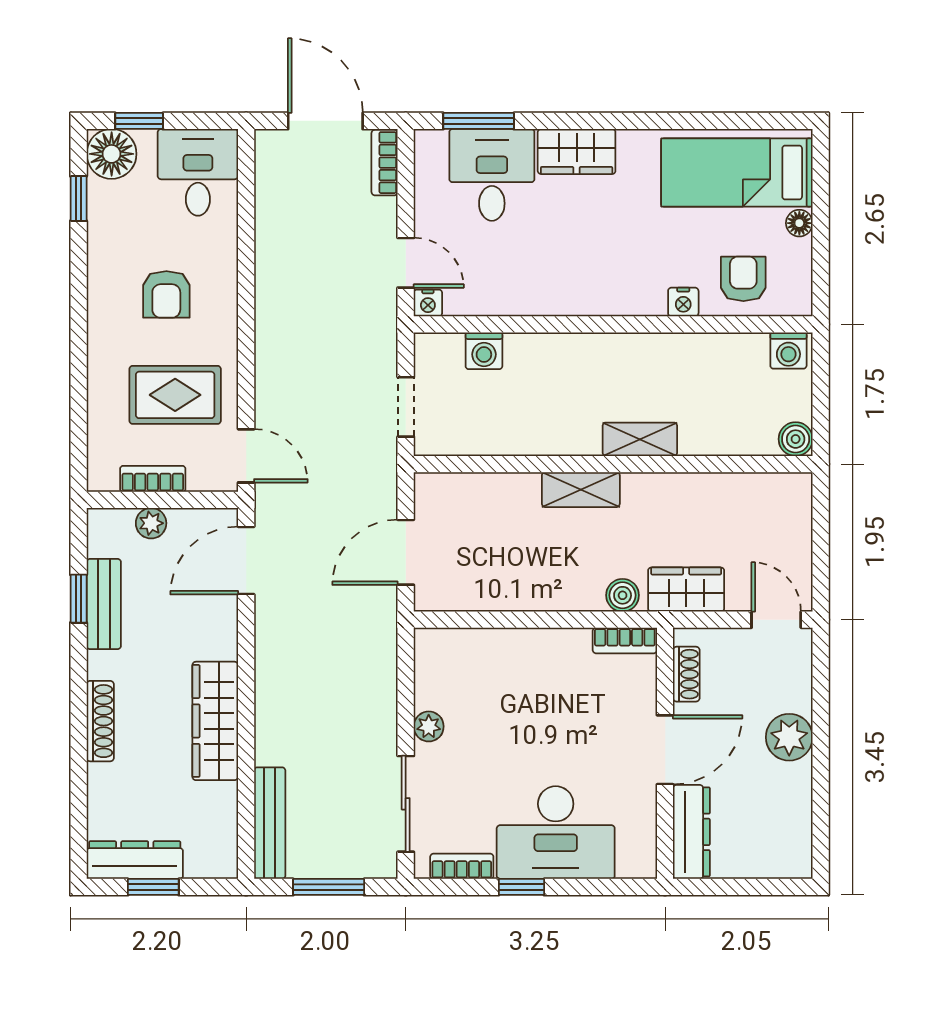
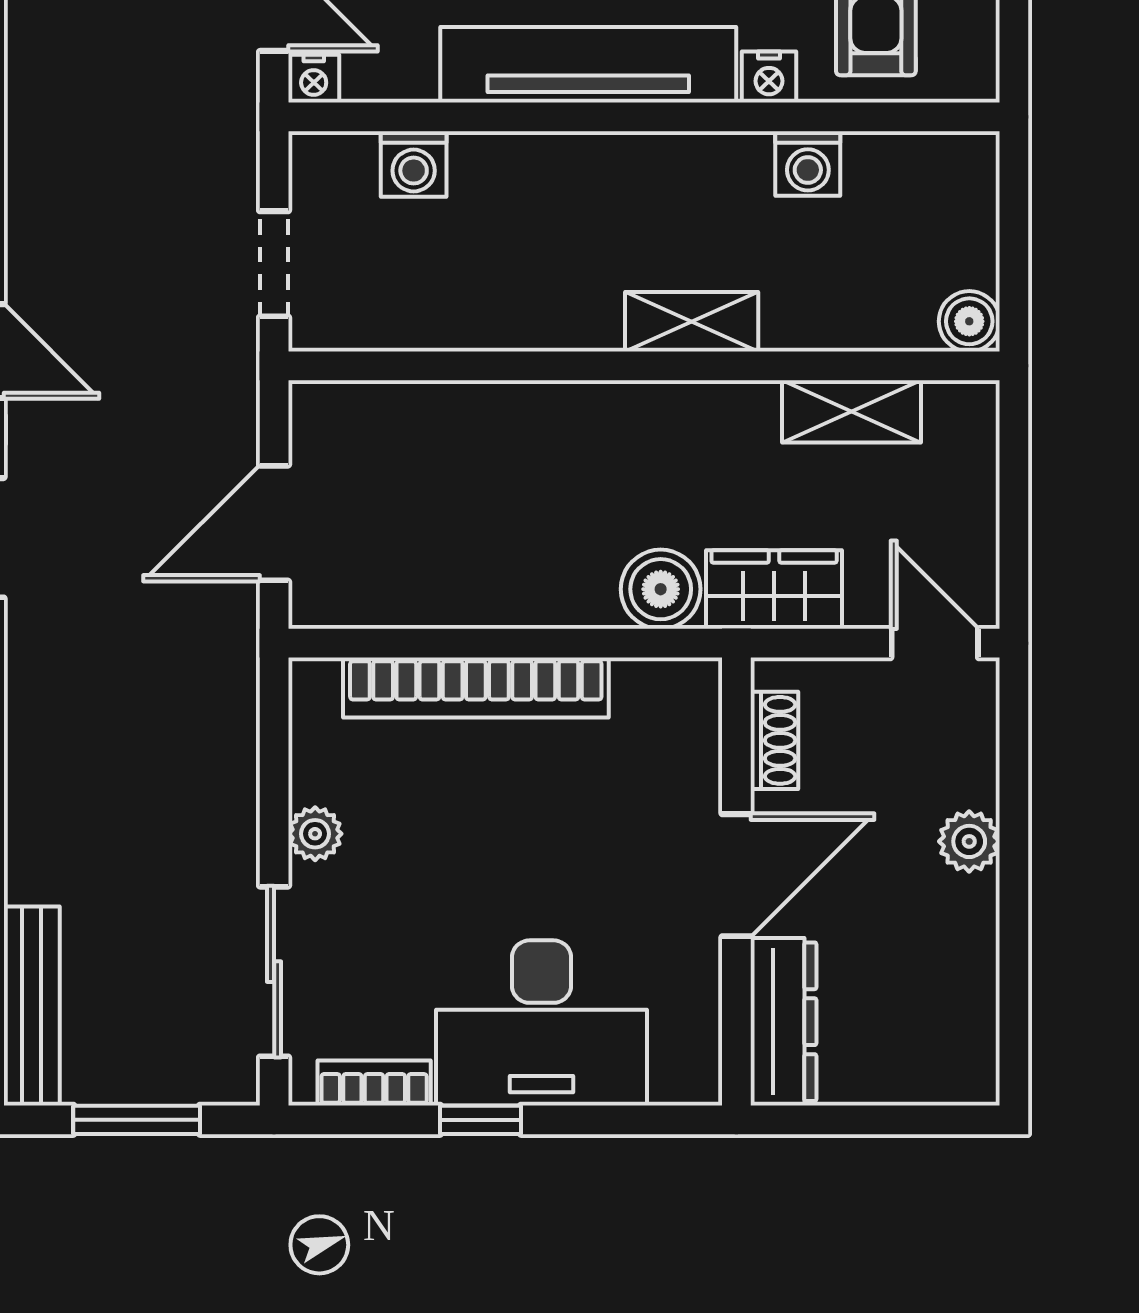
tv unit: (582, 295) -> (588, 65), added
washing machine: (788, 351) -> (808, 163), moved
shelving: (581, 490) -> (851, 411), moved
boiler: (623, 595) -> (661, 589), width x1.36, depth x1.36
bookcase: (625, 640) -> (476, 688), moved, width x2.31, depth x1.31
plant: (789, 737) -> (969, 841), width x0.73, depth x0.73

